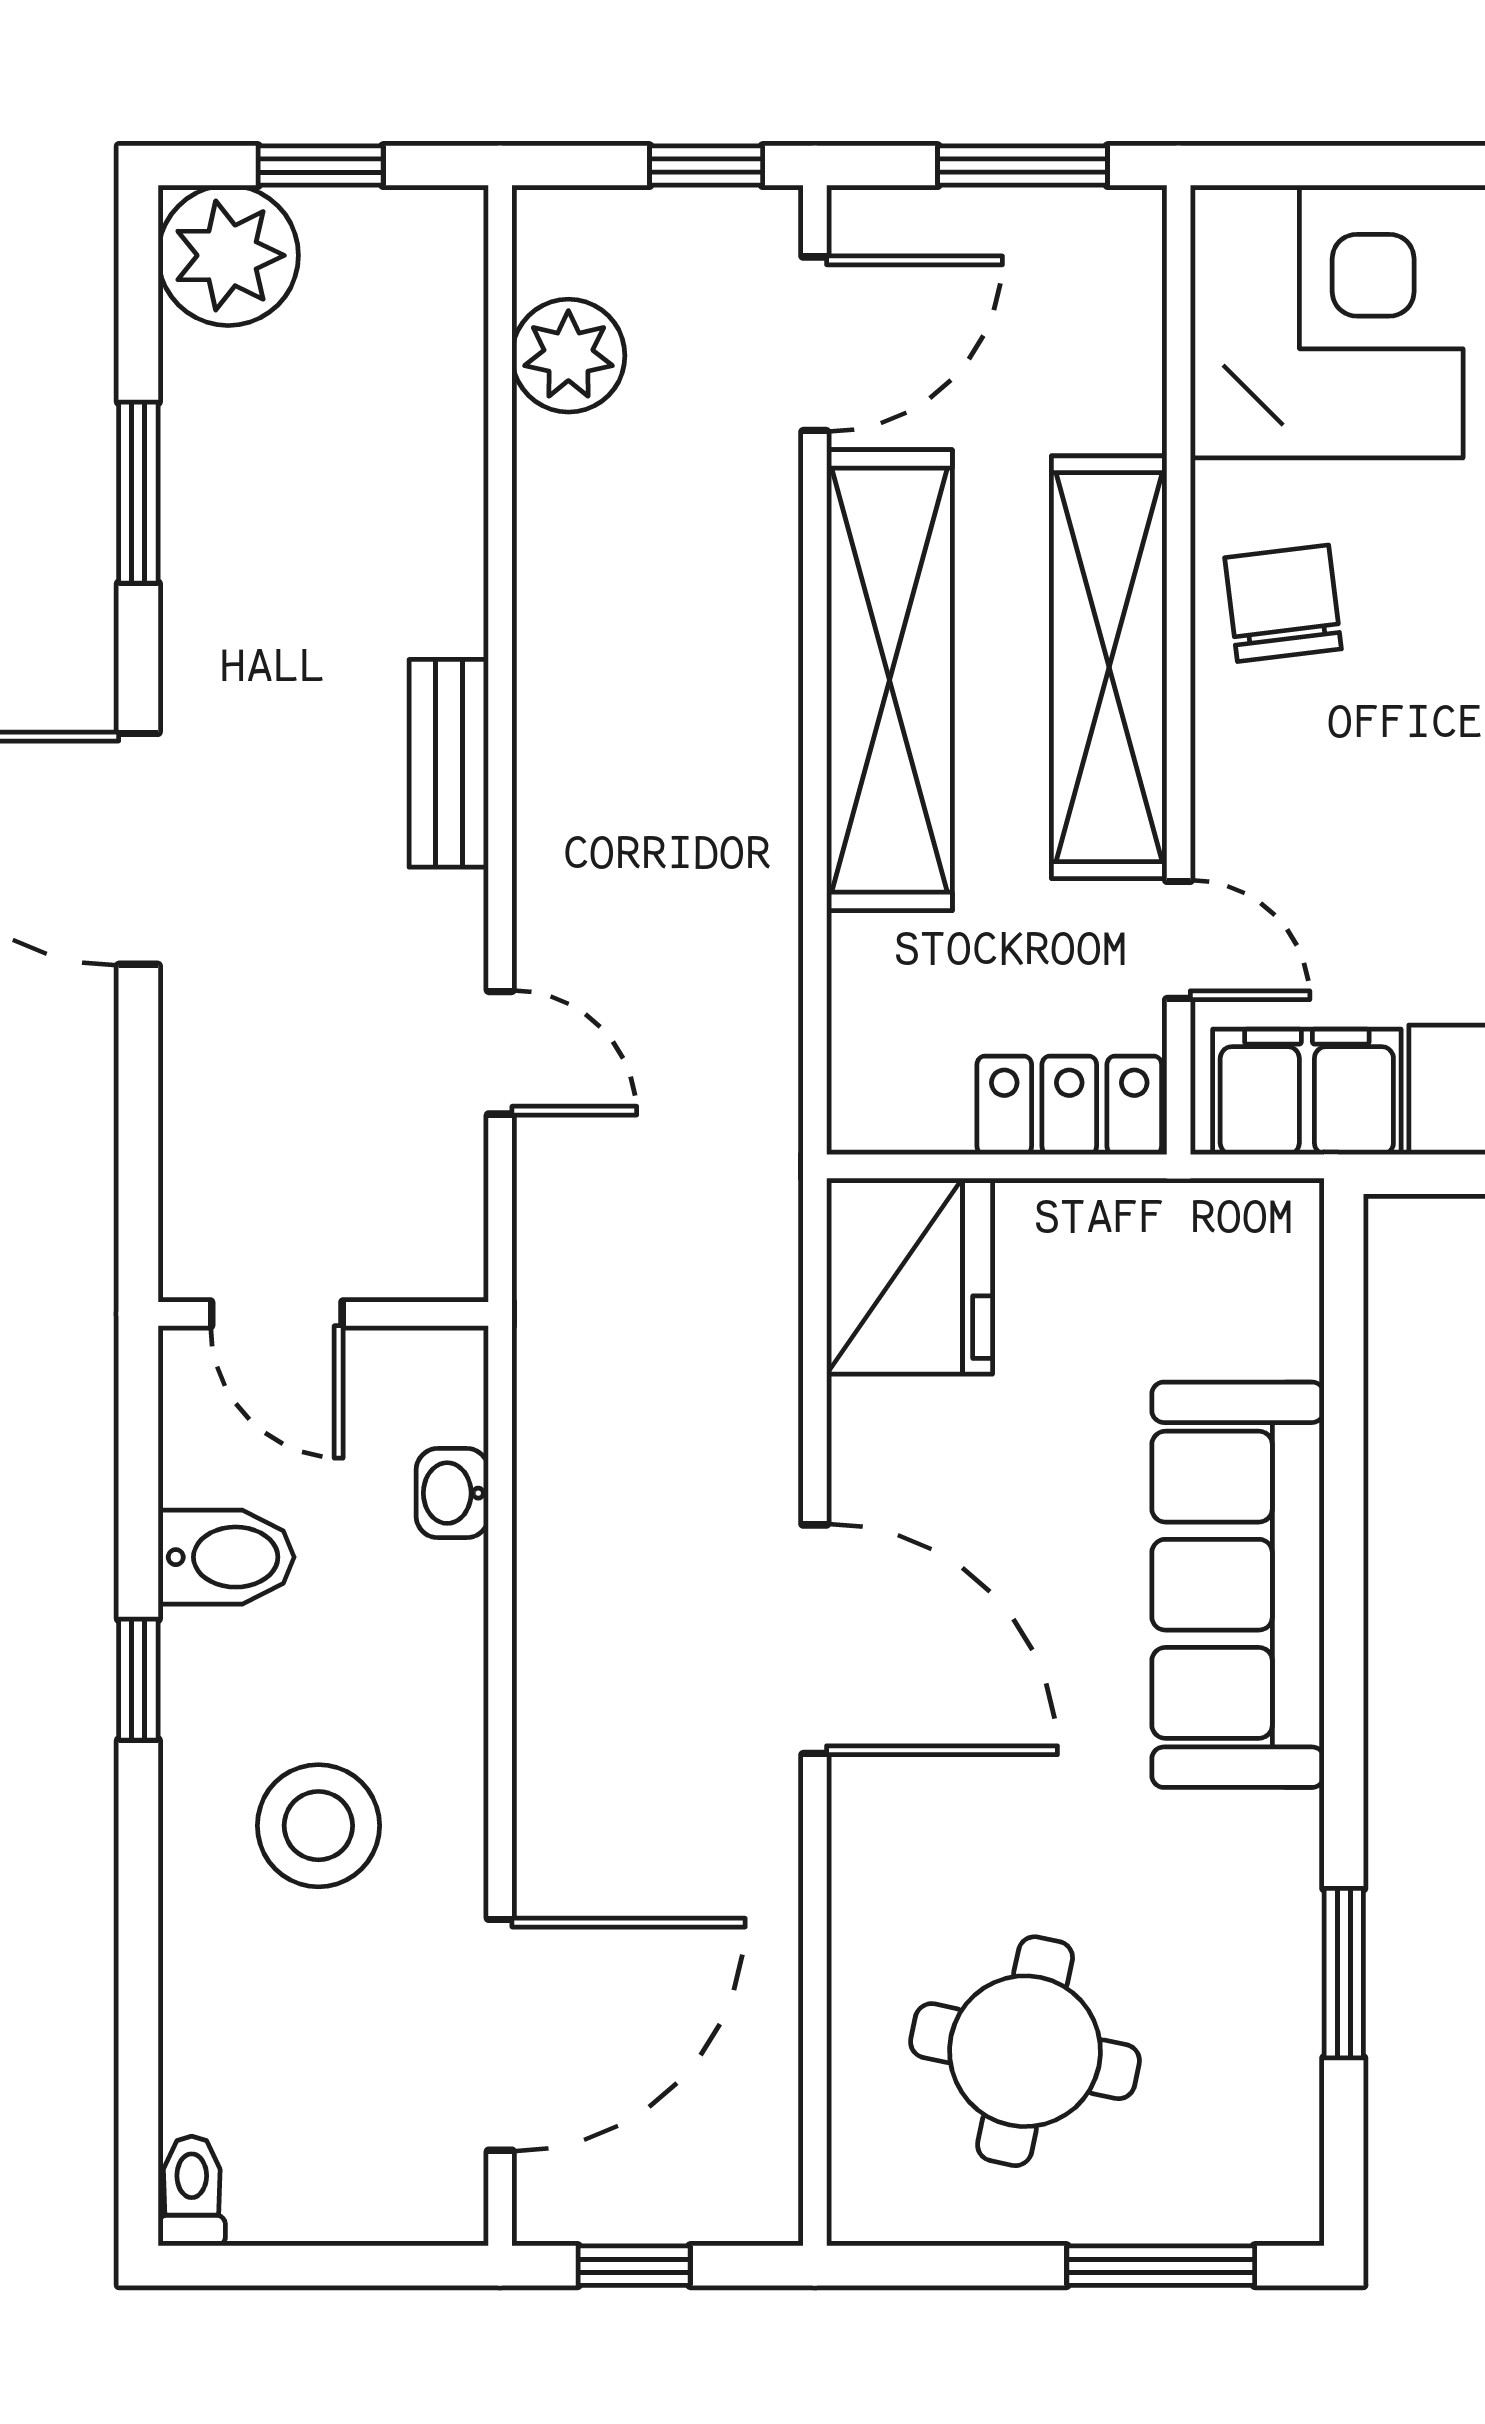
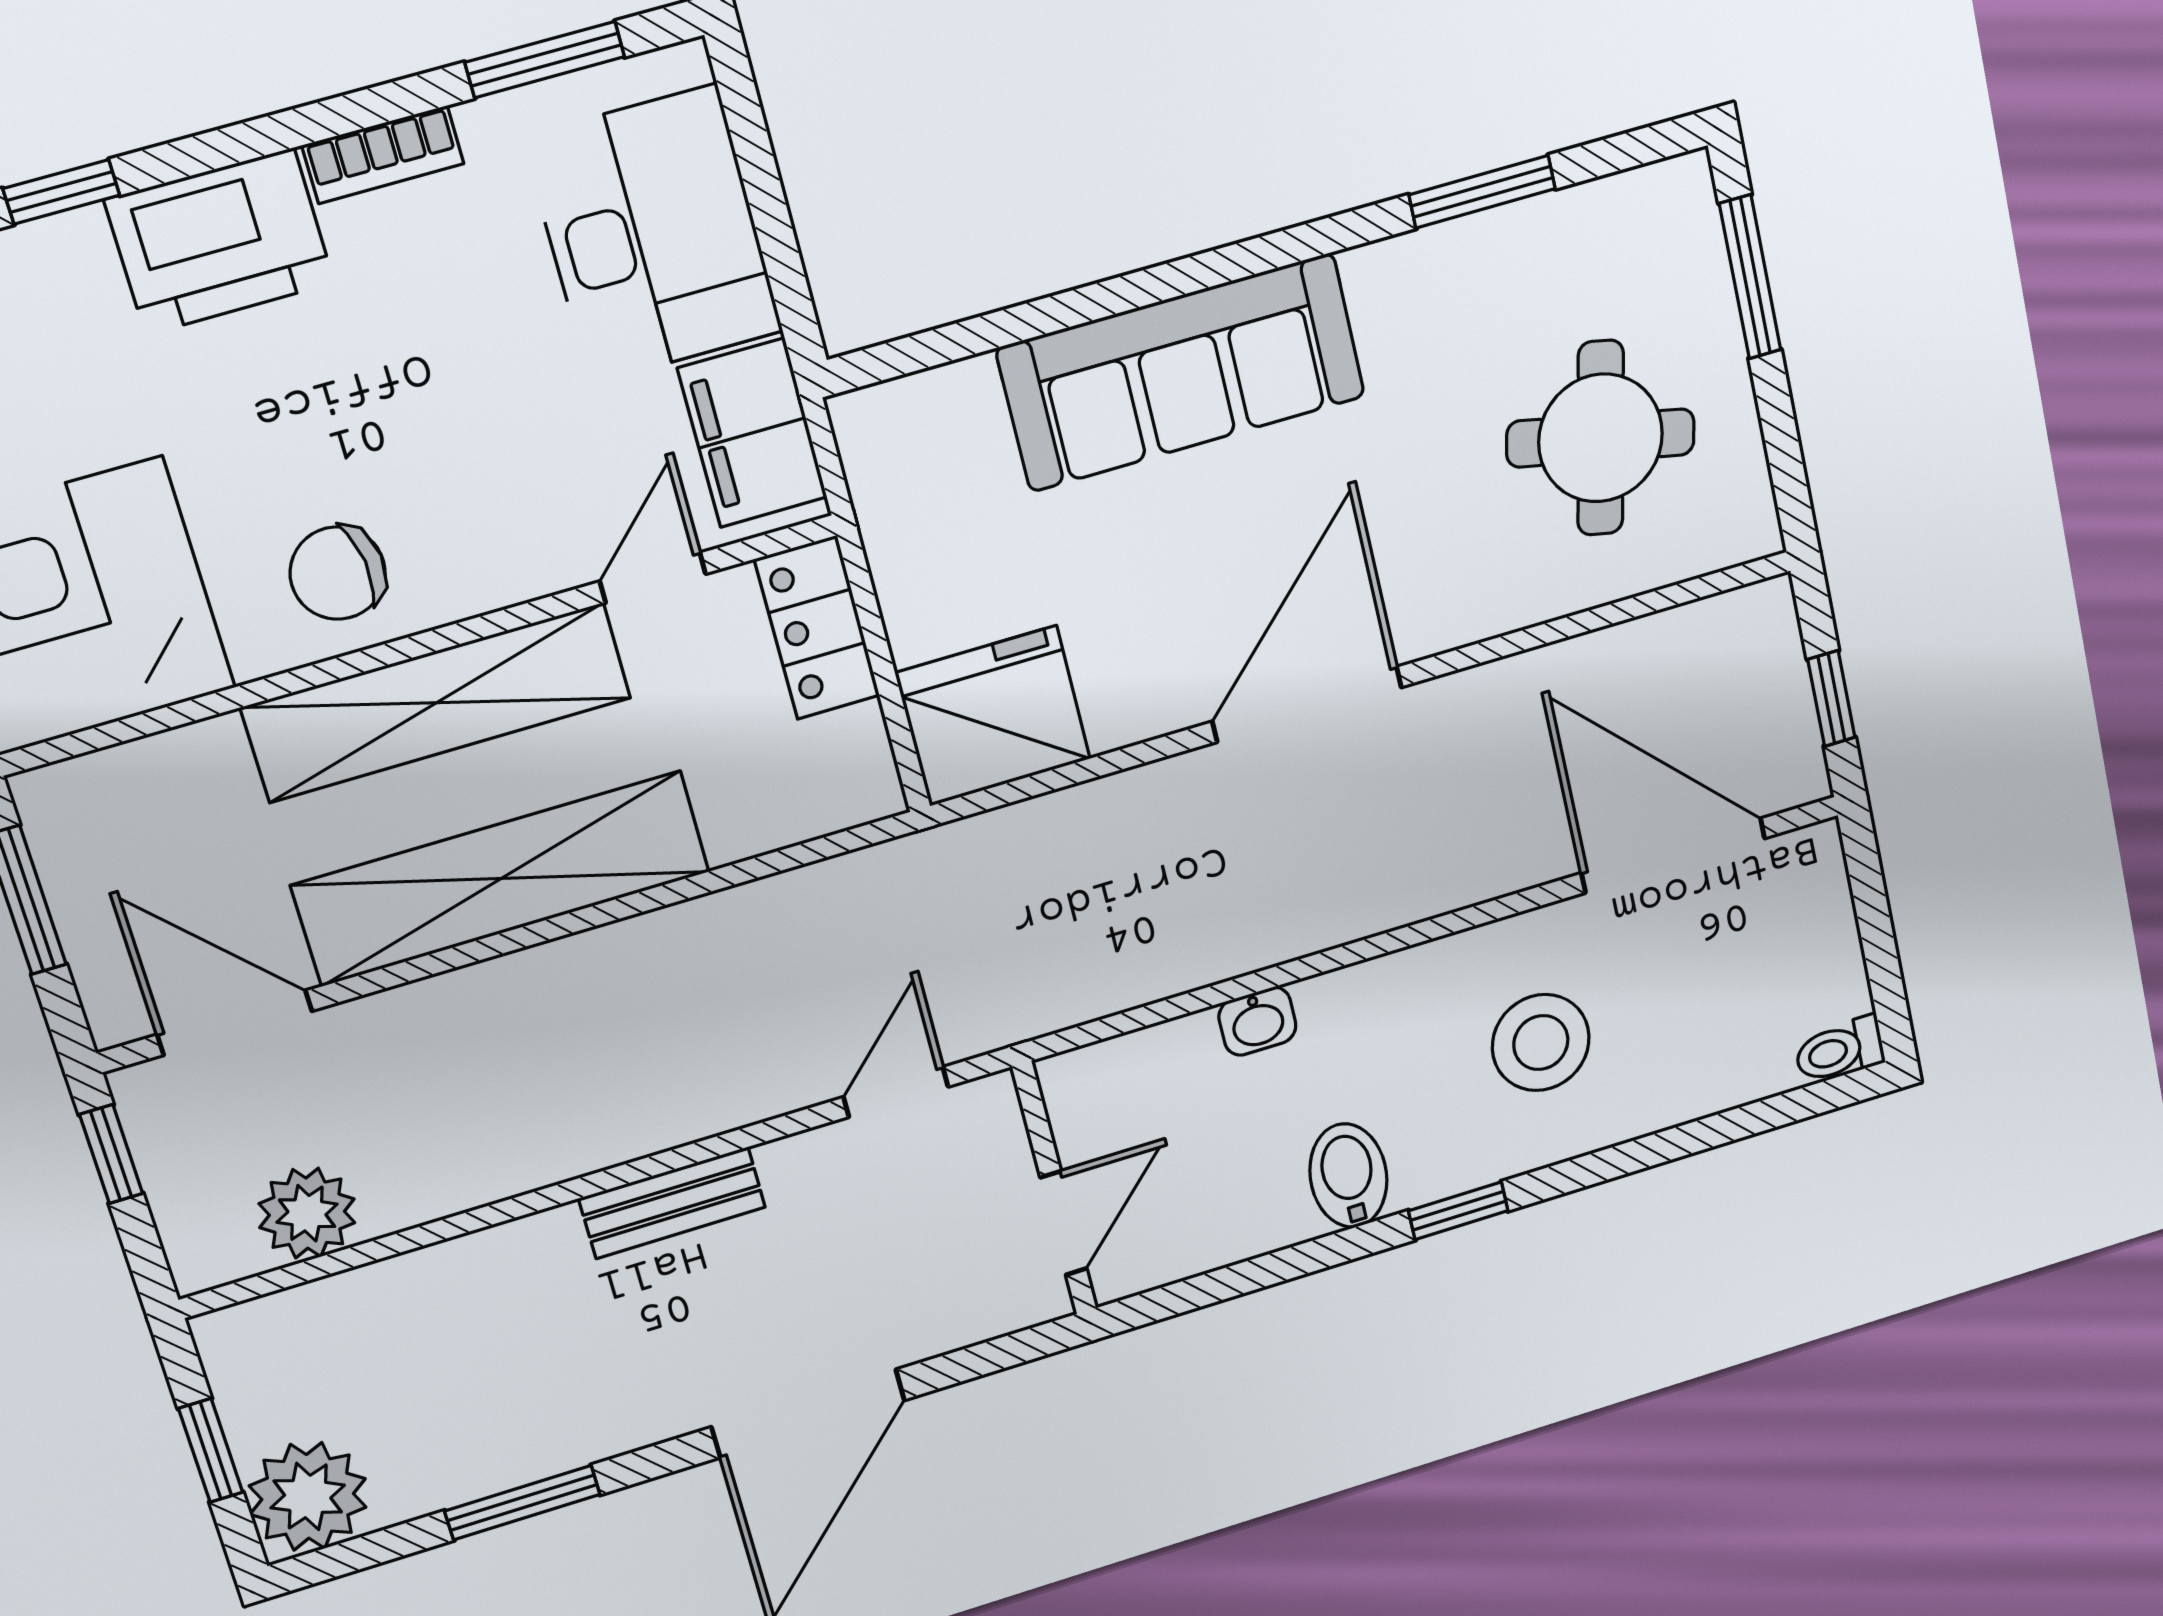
door: (277, 1314) -> (1063, 1223), moved
wall: (323, 1314) -> (1054, 1188), moved

